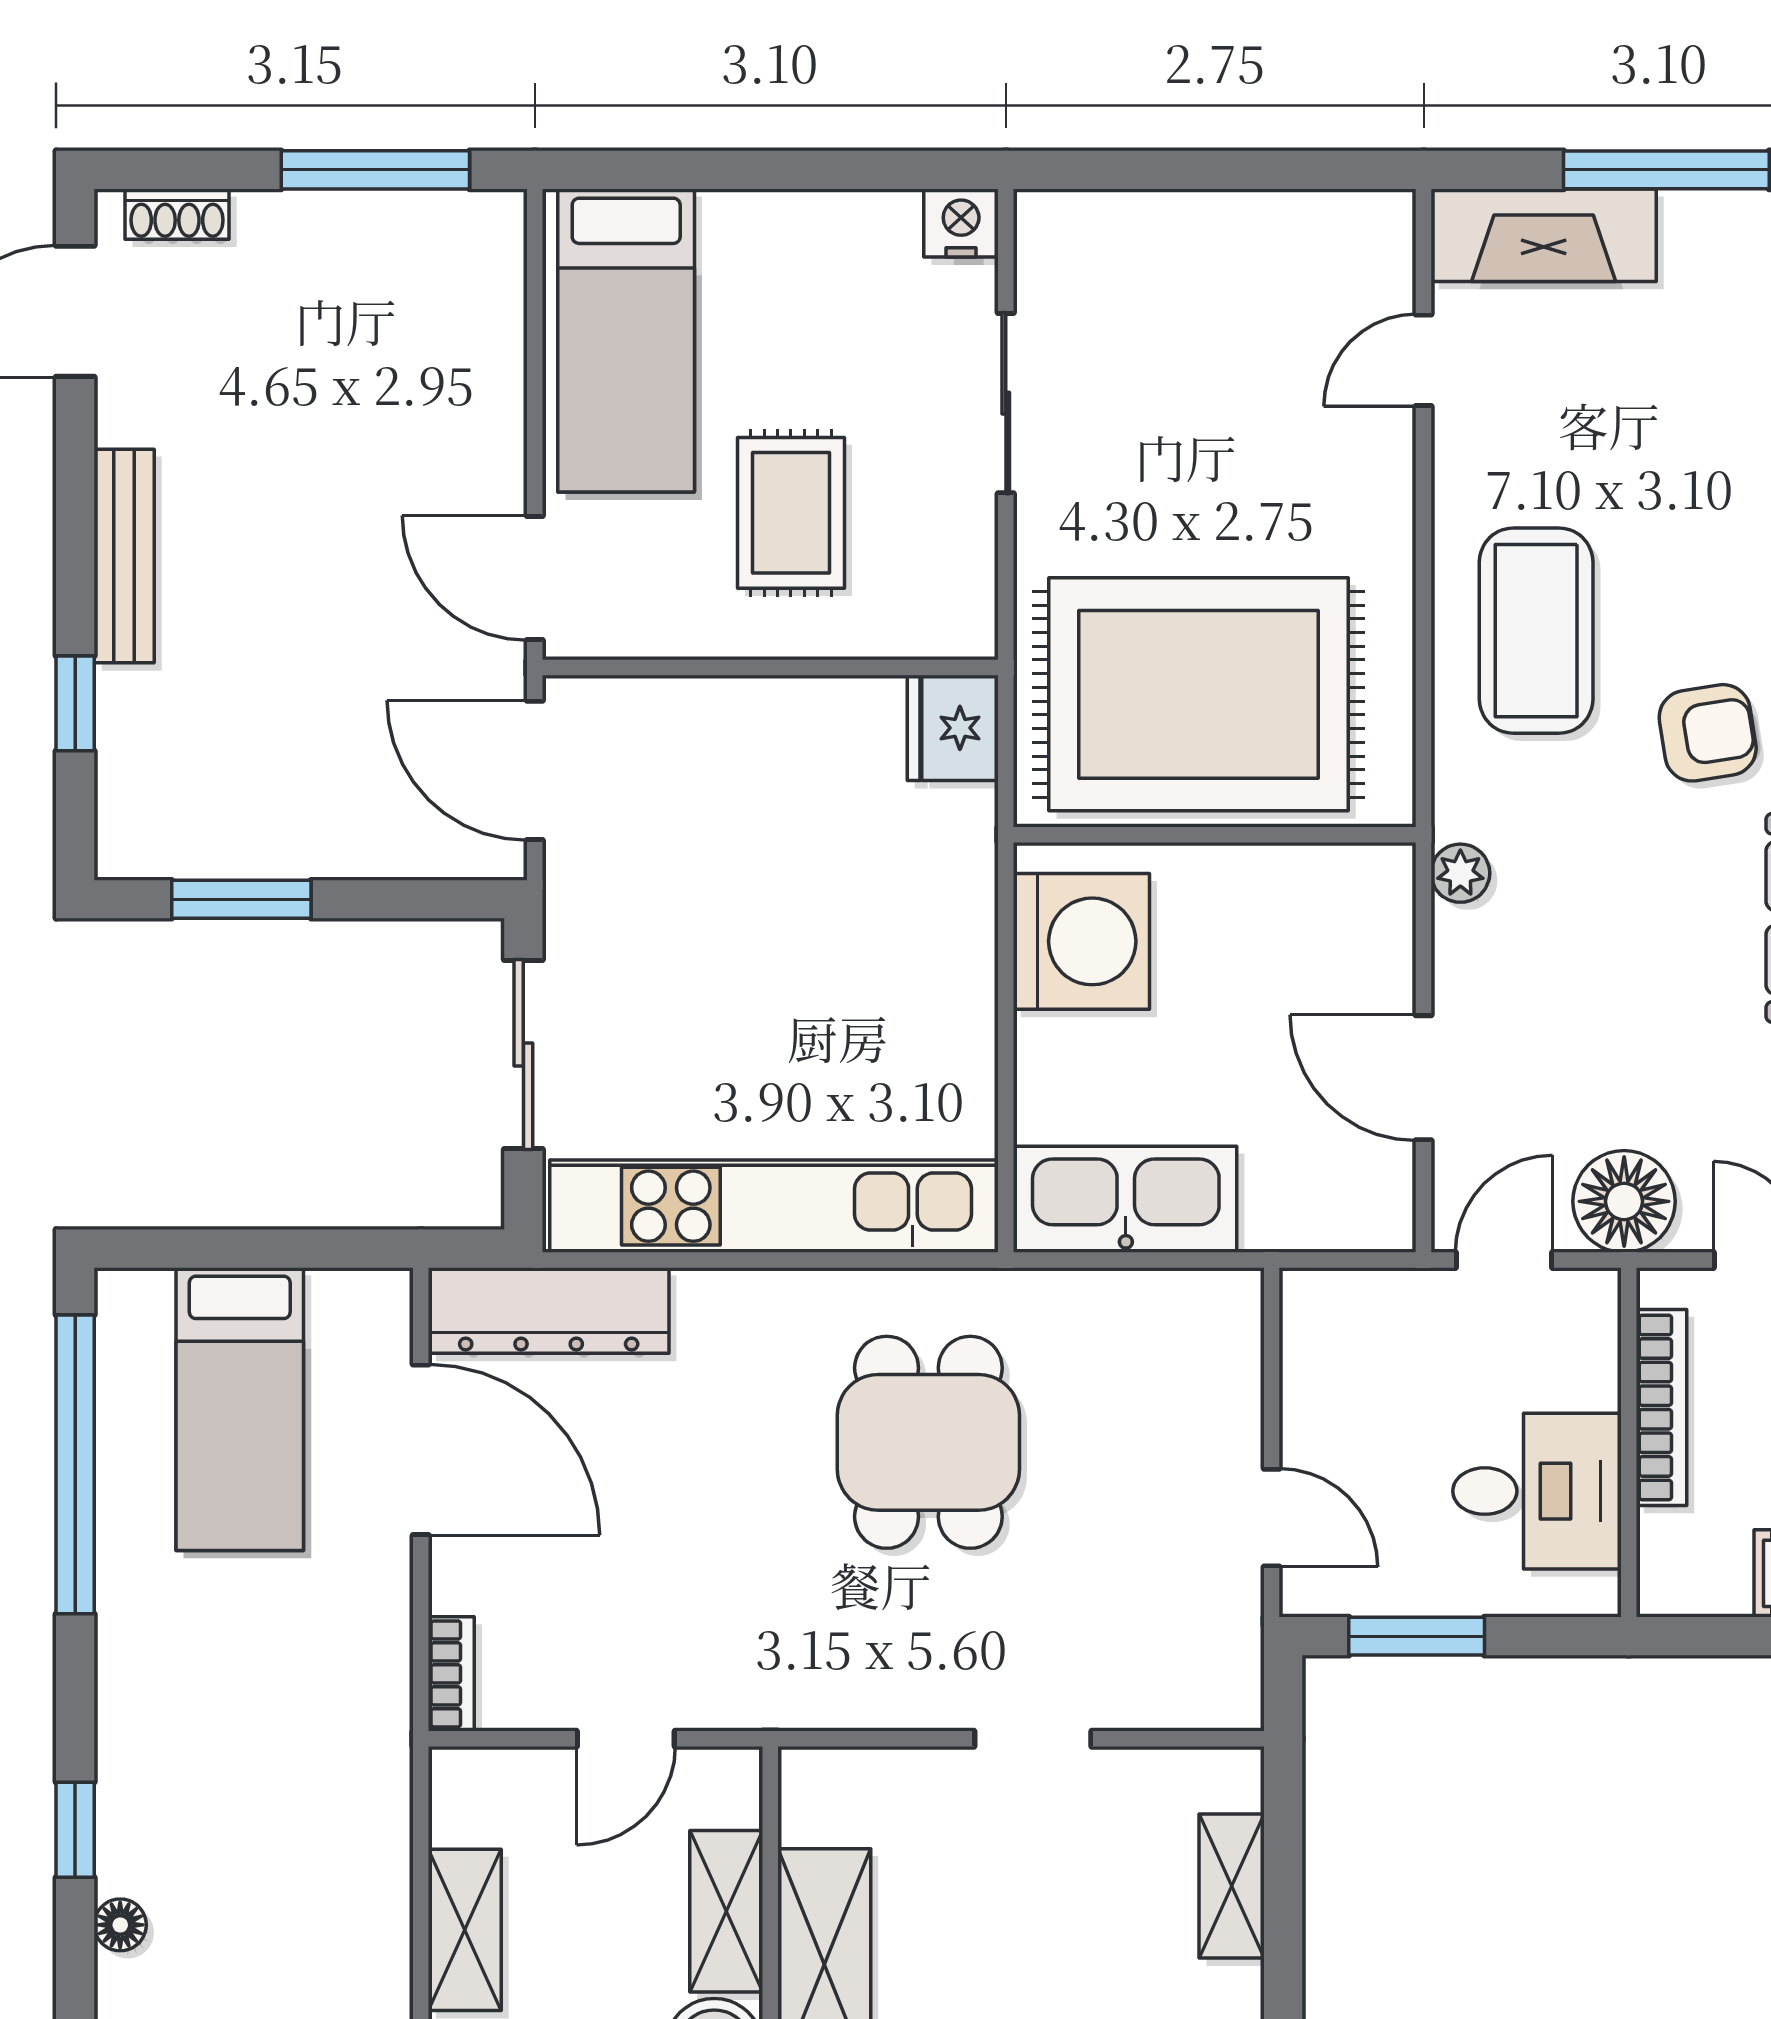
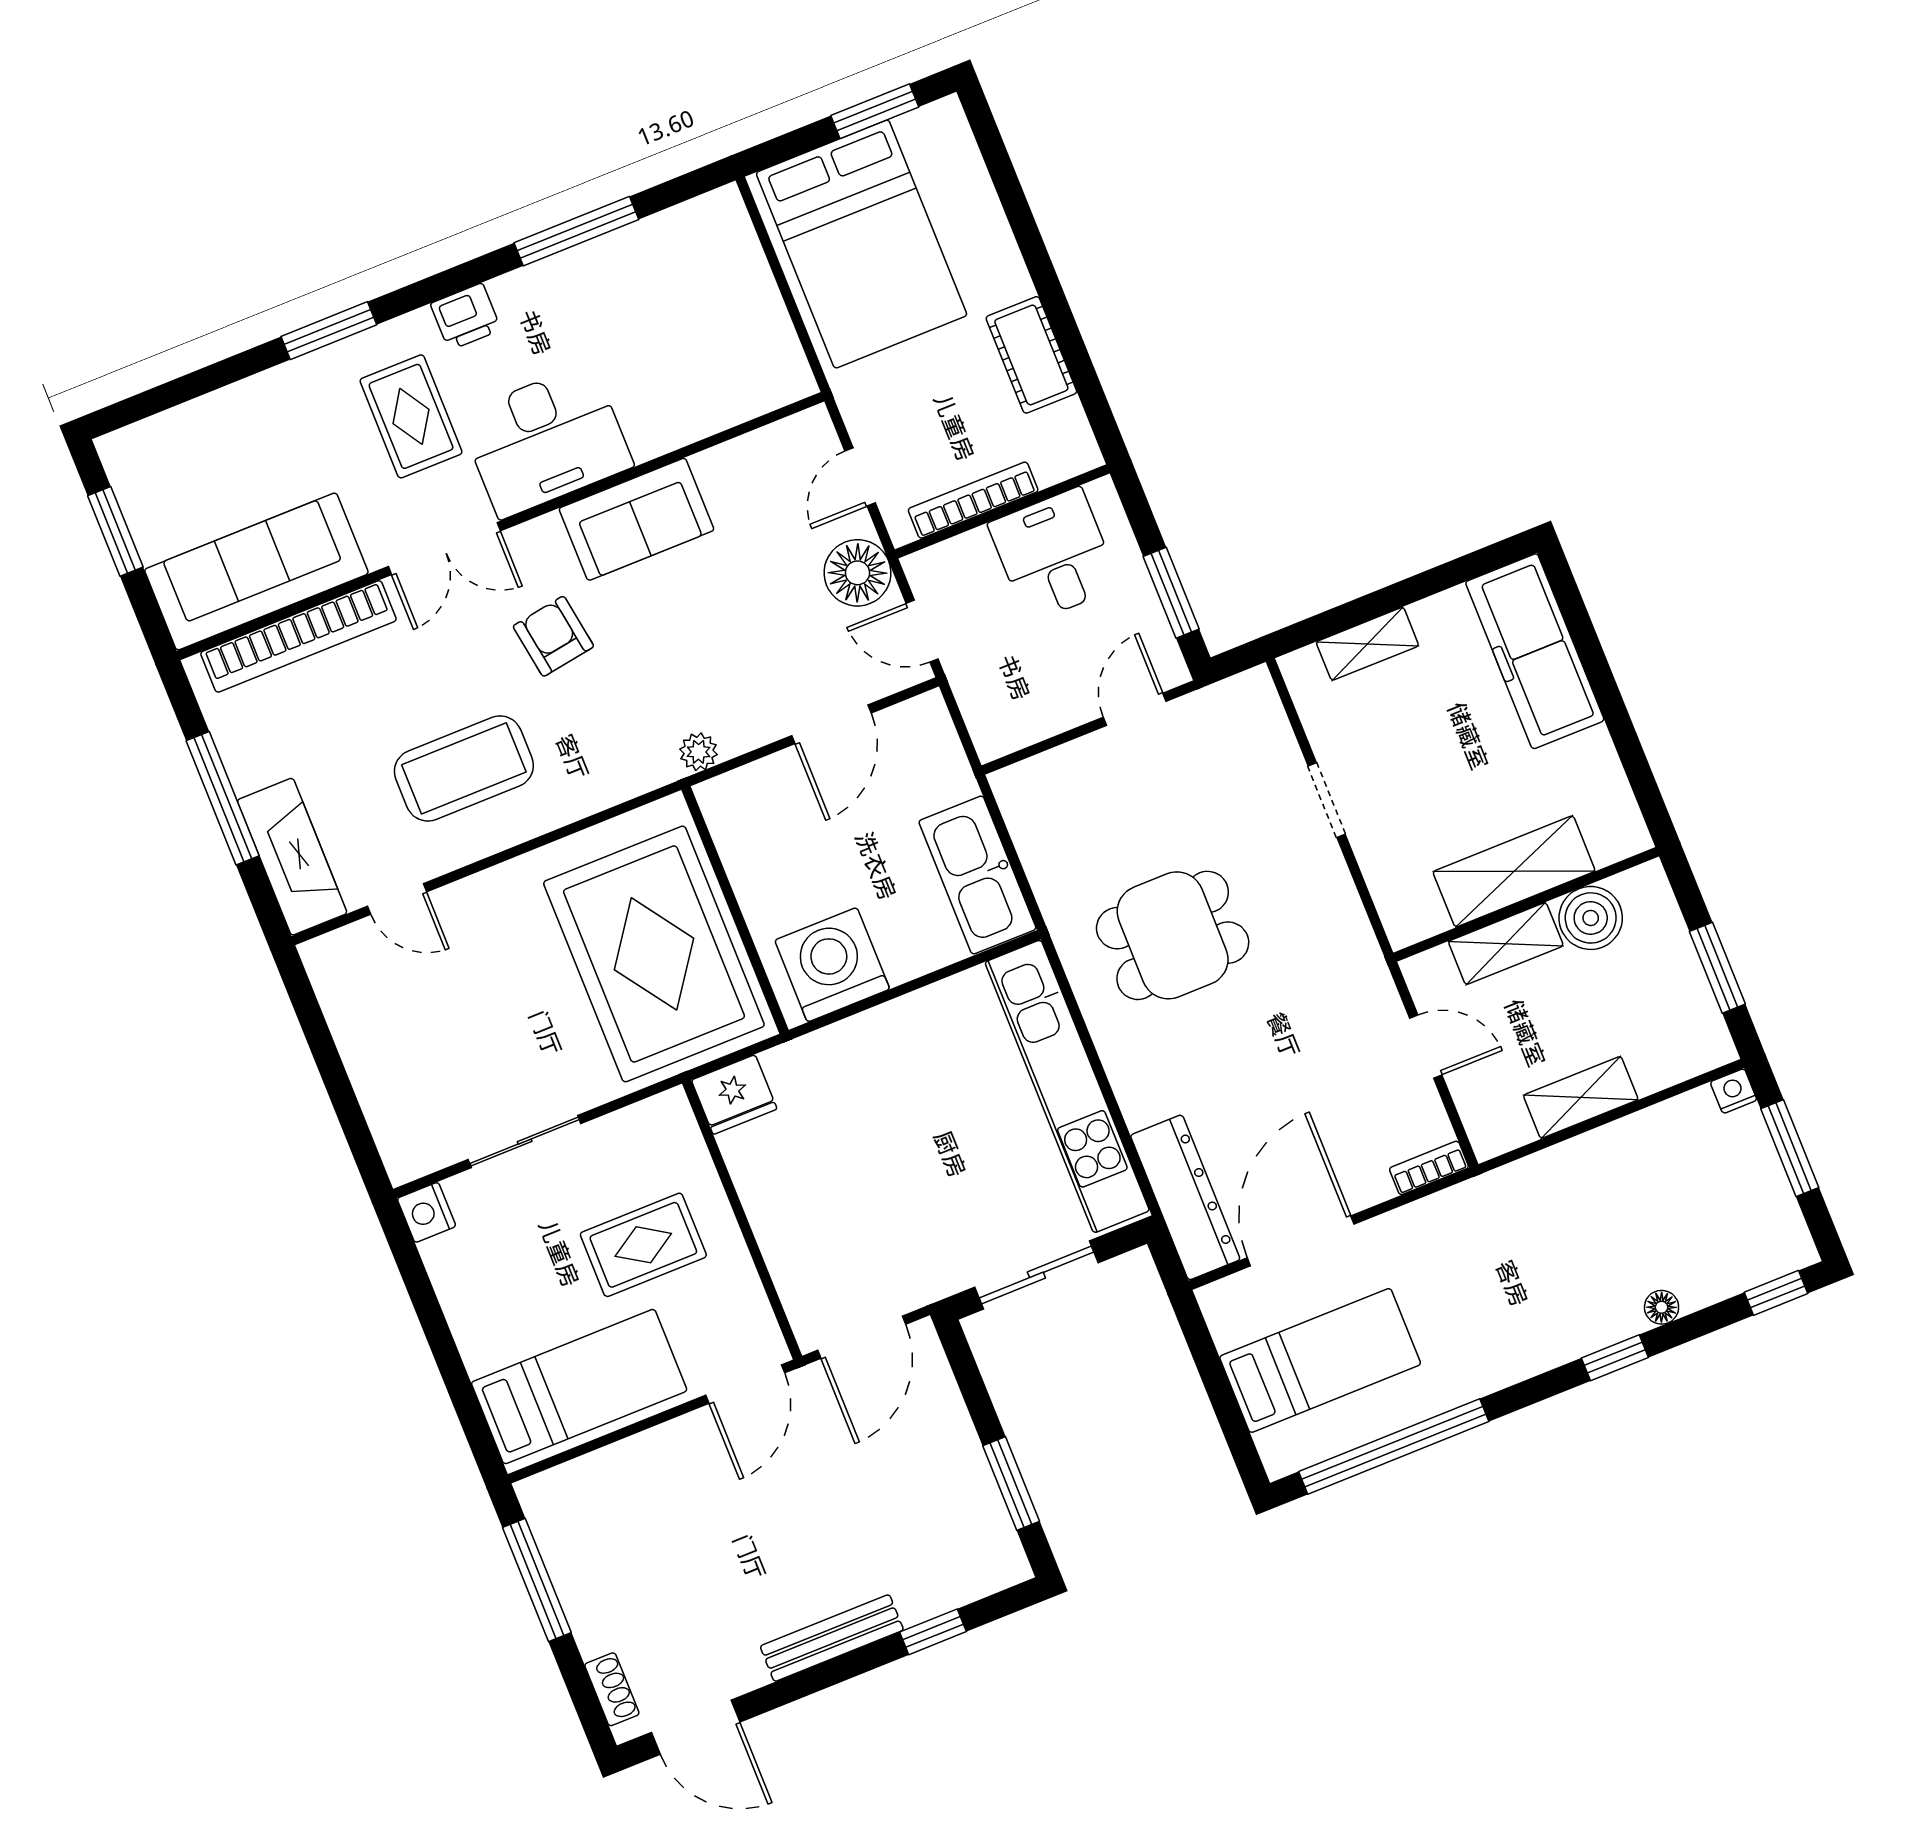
coffee table: (1536, 631) -> (464, 768), moved

